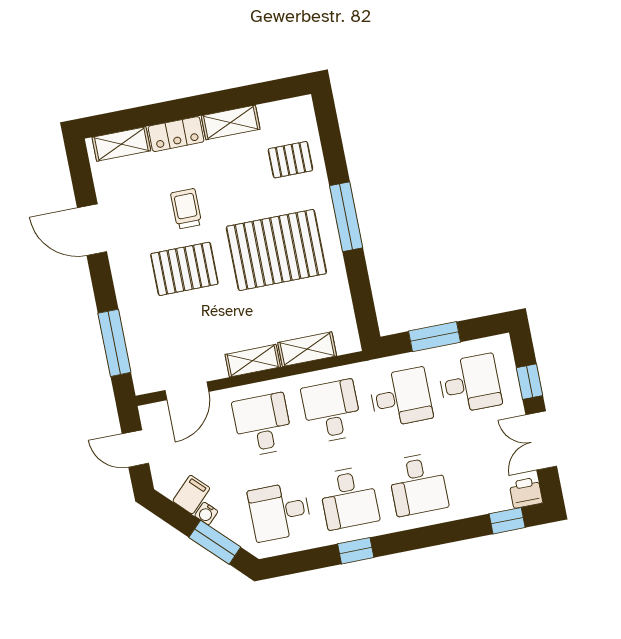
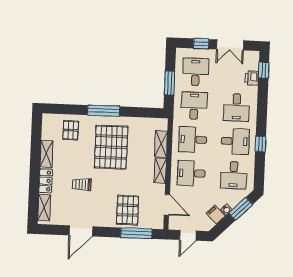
pallet: (184, 269) -> (128, 210), moved
desk: (418, 484) -> (237, 107), turned 90
printer: (526, 493) -> (252, 78), moved

